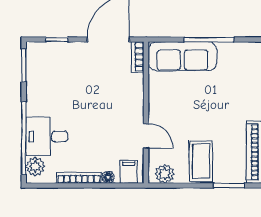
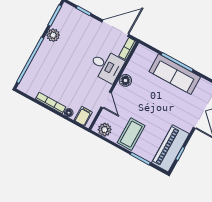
sofa: (182, 56) -> (175, 74), moved
floor lamp: (157, 98) -> (125, 80), added
desk: (47, 136) -> (106, 66), moved, turned 180
plant: (35, 167) -> (53, 35), moved

